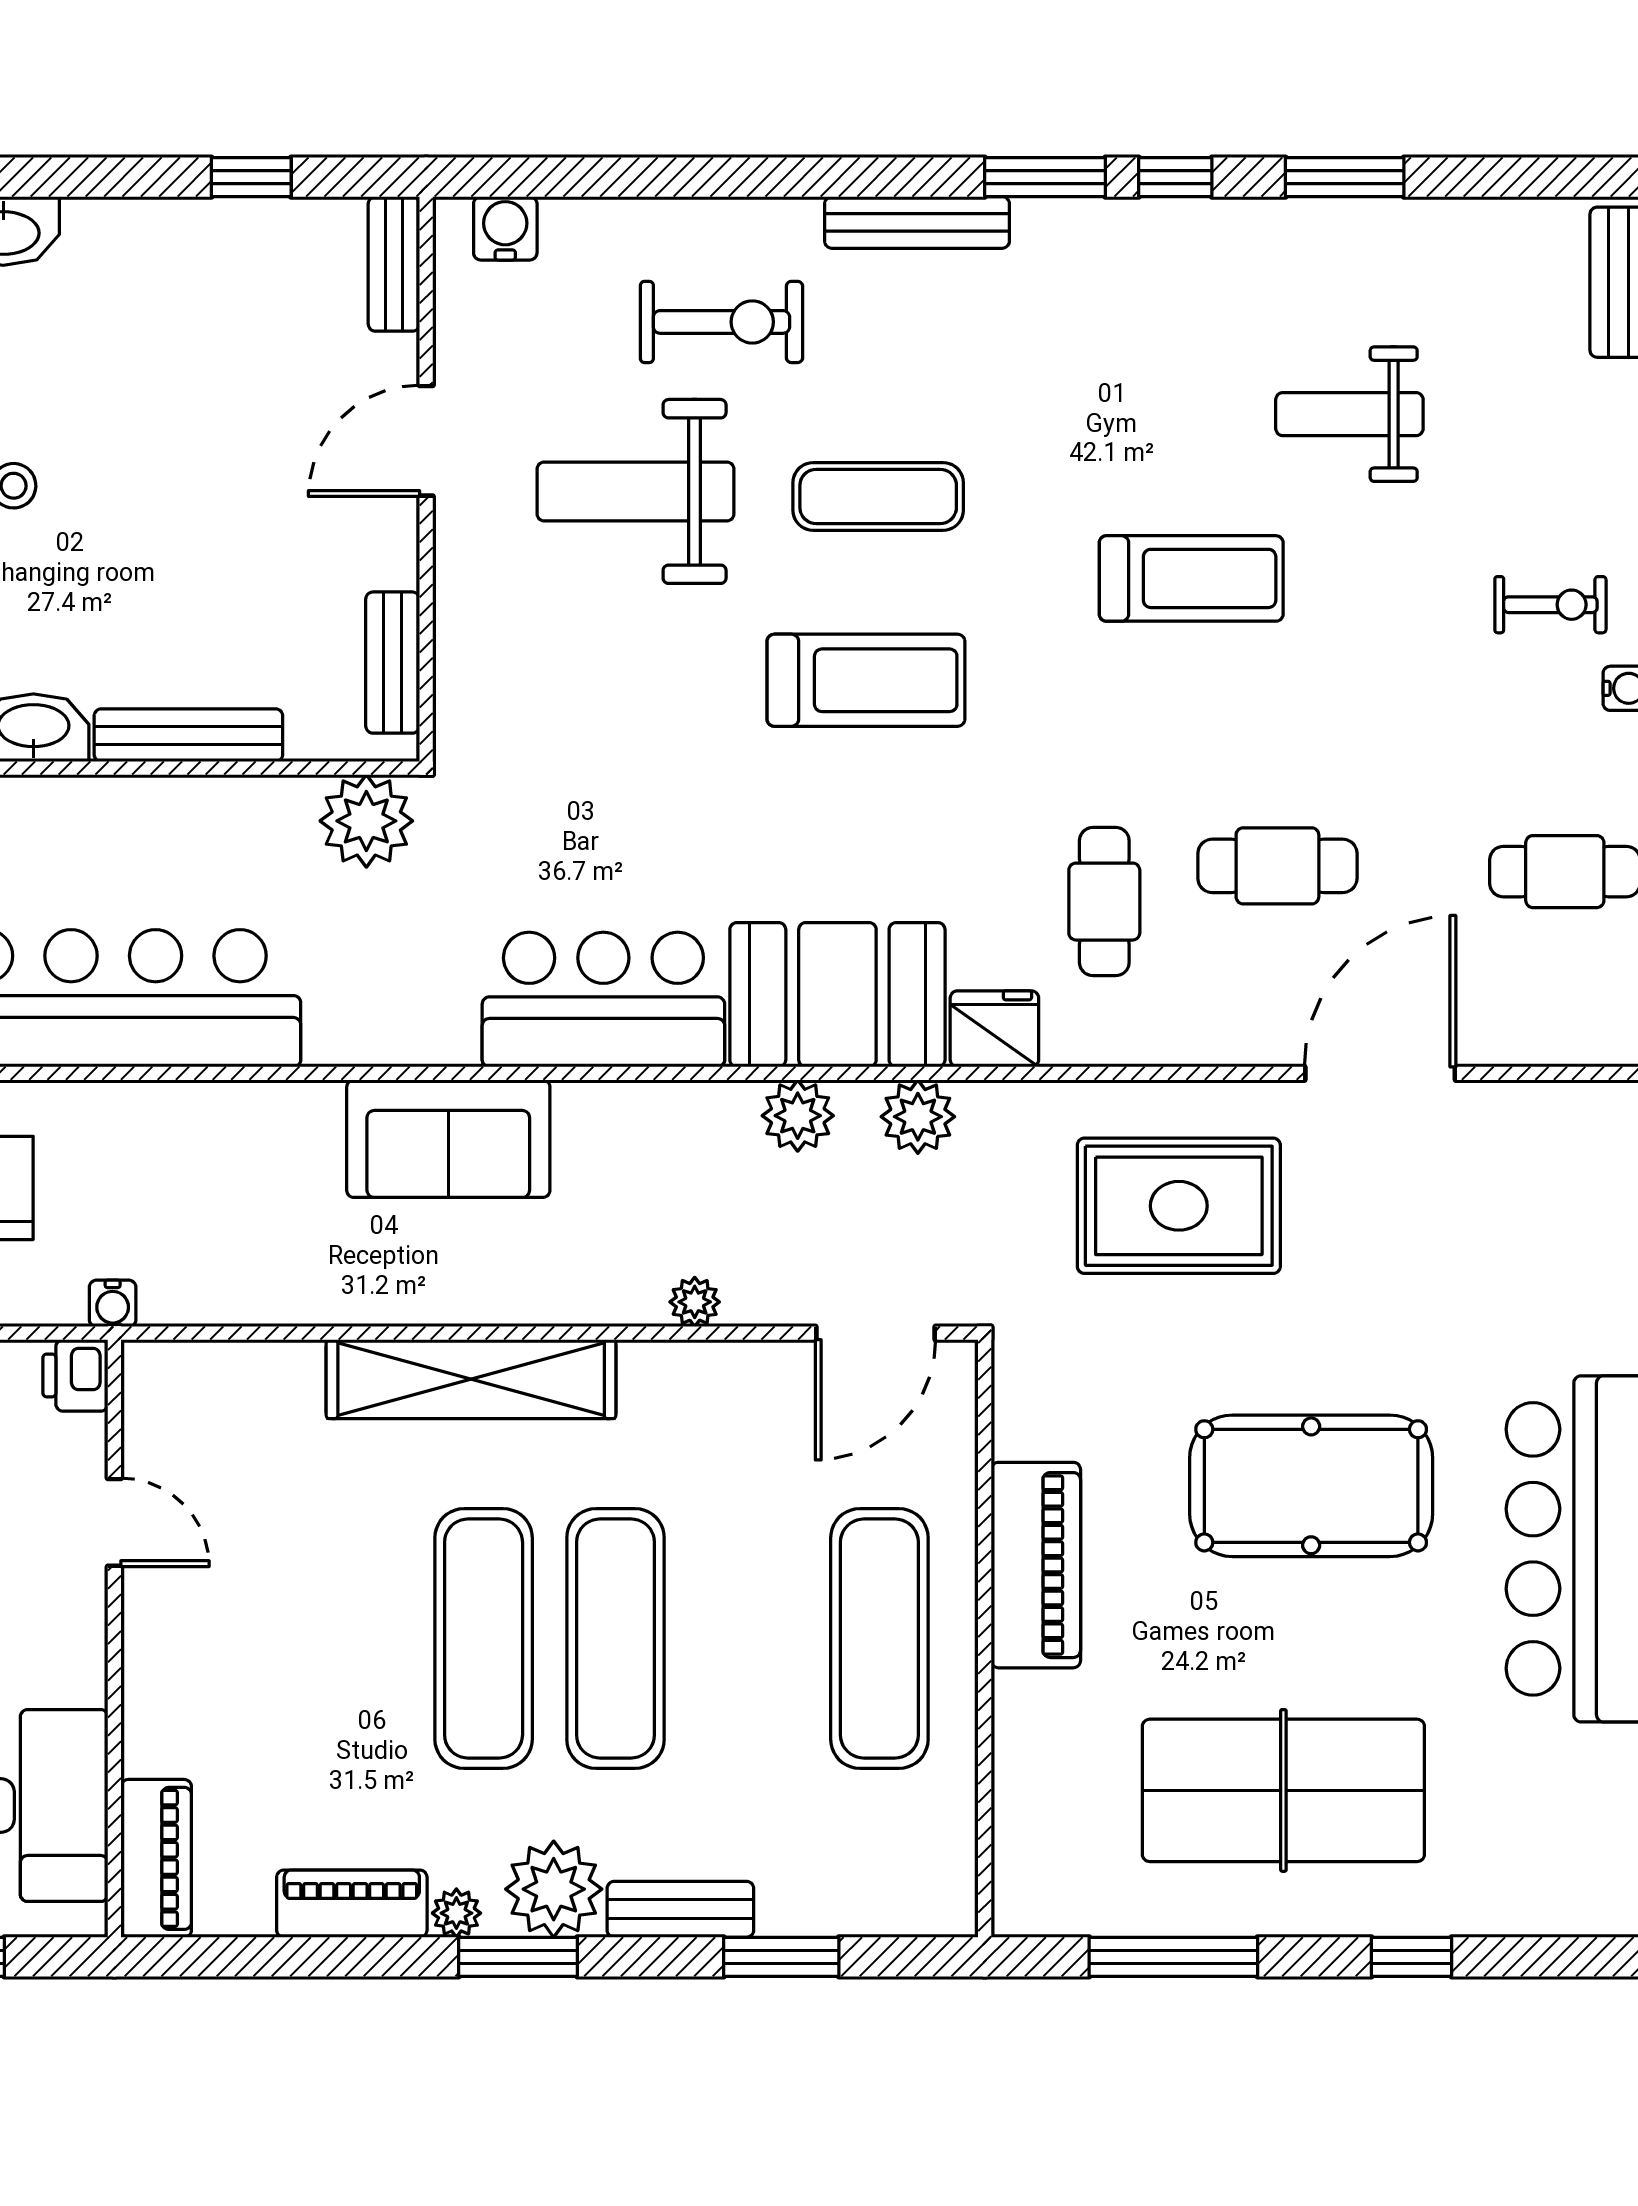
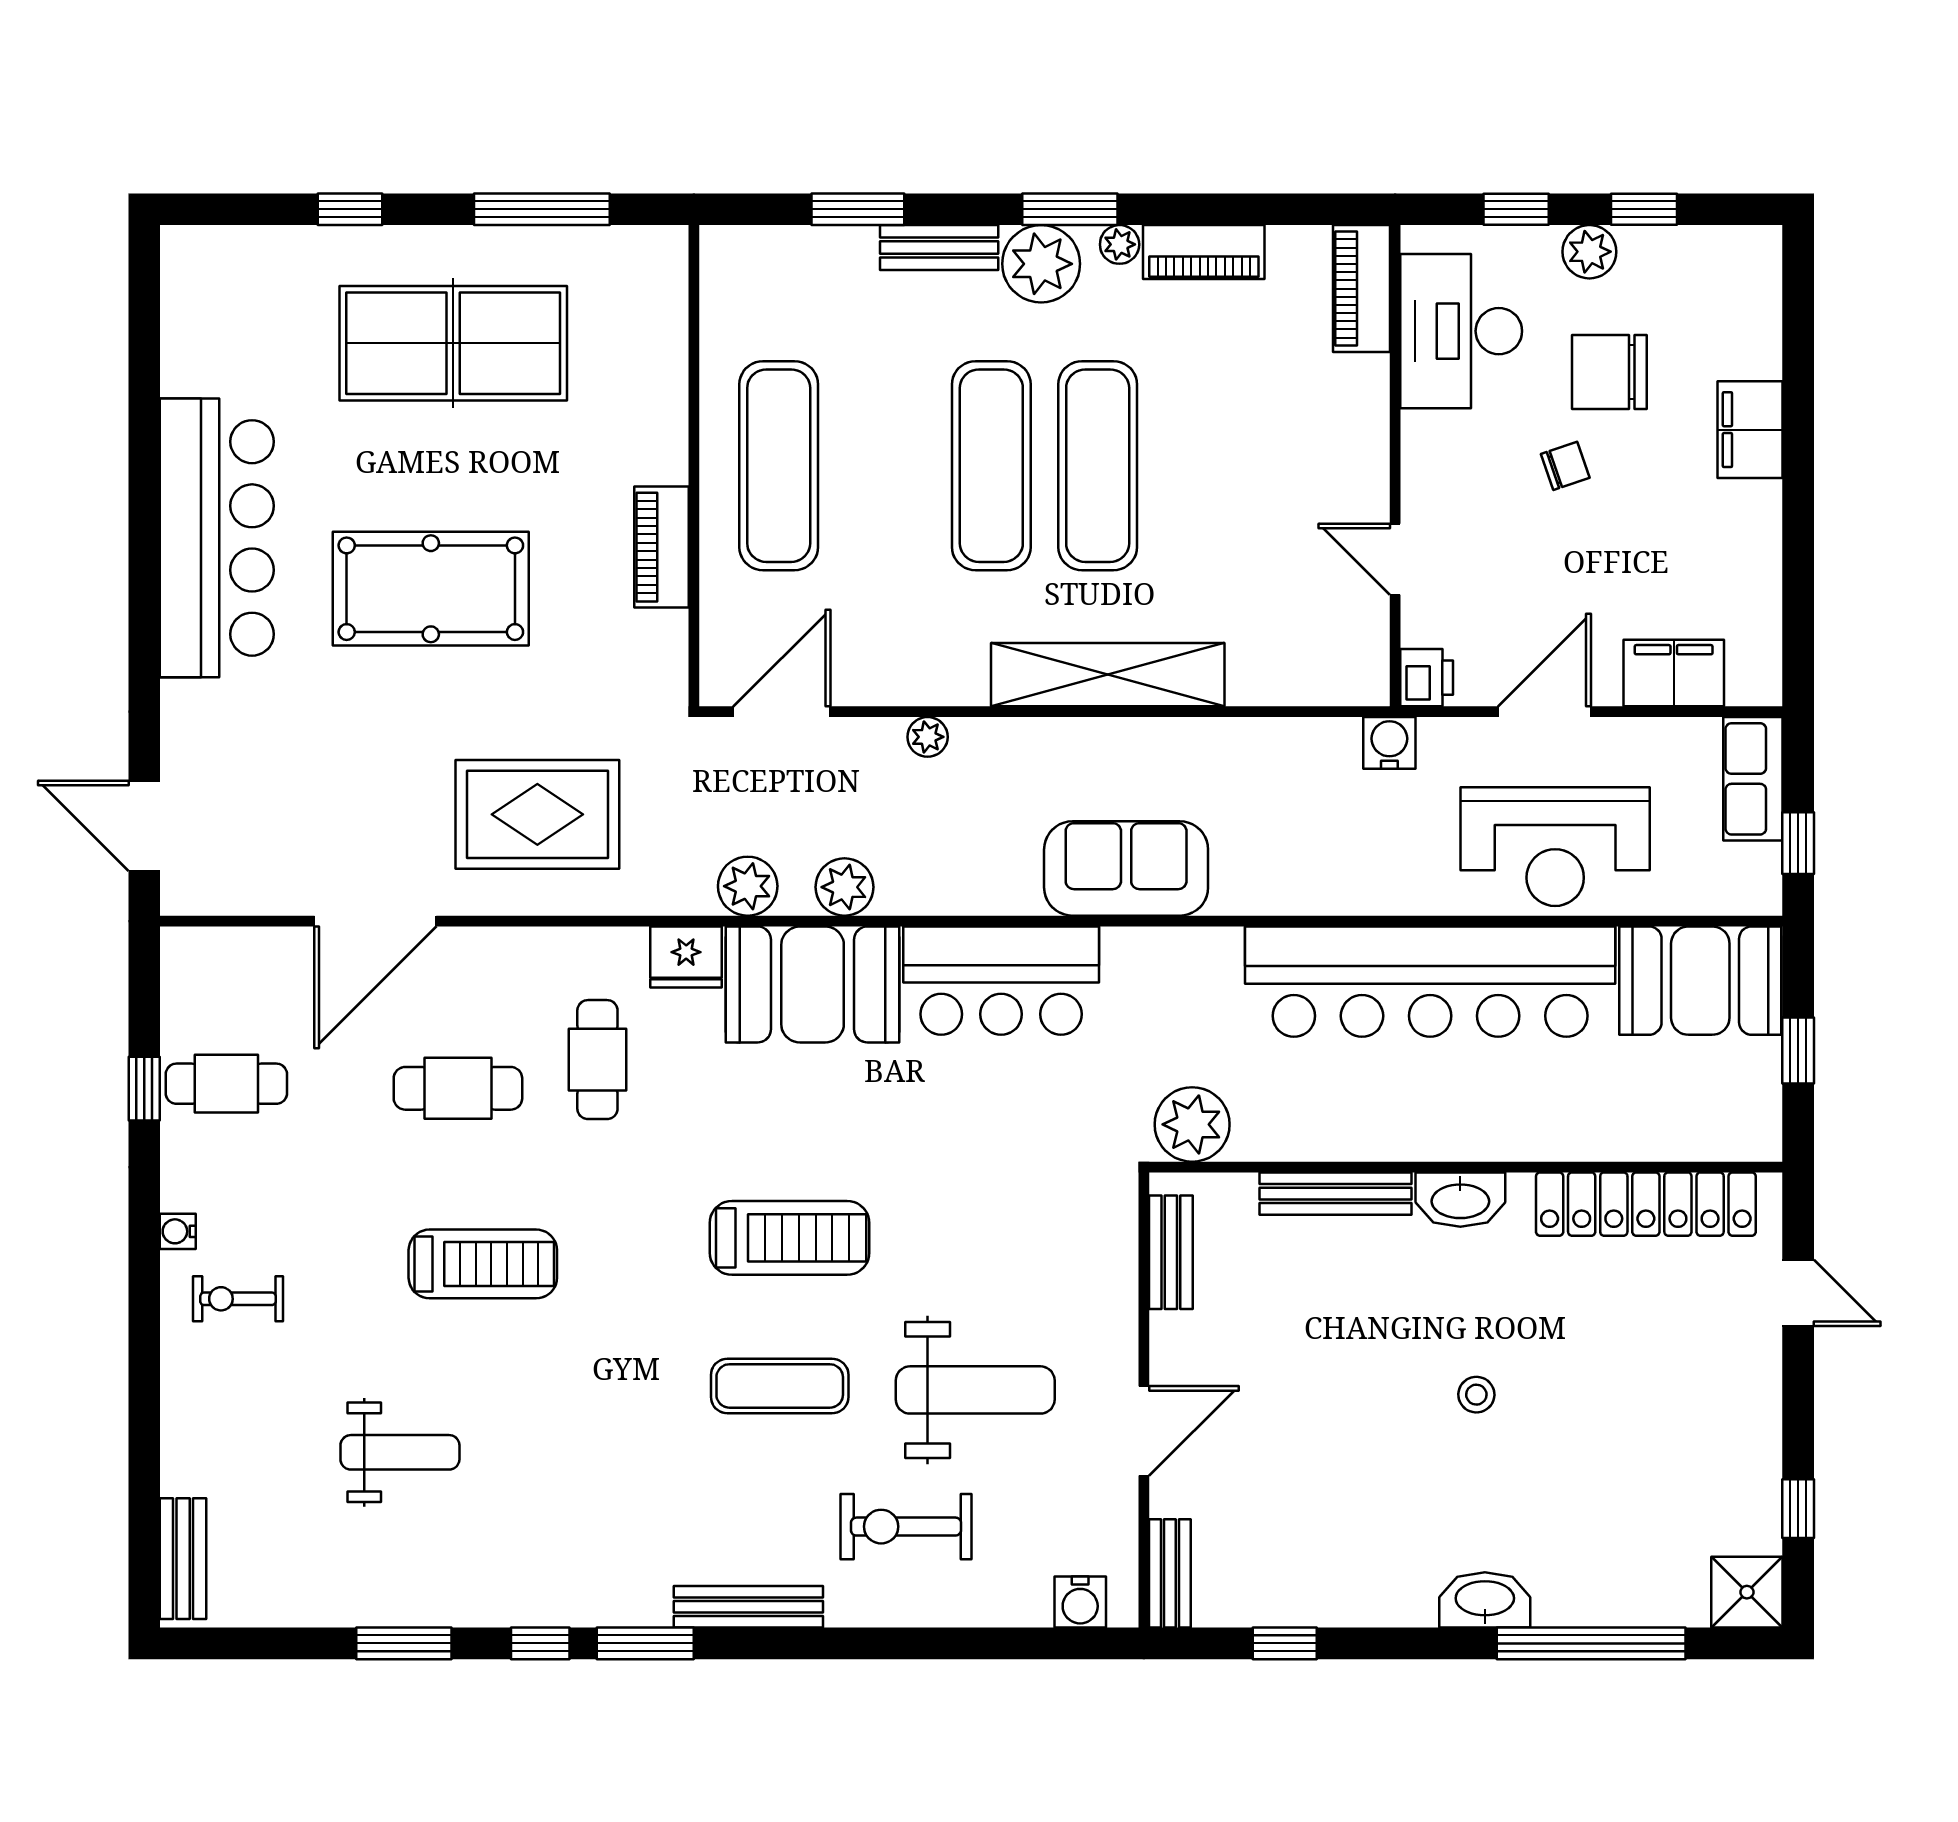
treadmill: (1191, 578) -> (483, 1264), moved, turned 180
treadmill: (866, 680) -> (790, 1238), turned 180
water cooler: (113, 1303) -> (1389, 743), width x1.38, depth x1.38
piano: (1036, 1565) -> (661, 547), width x0.73, depth x0.75

